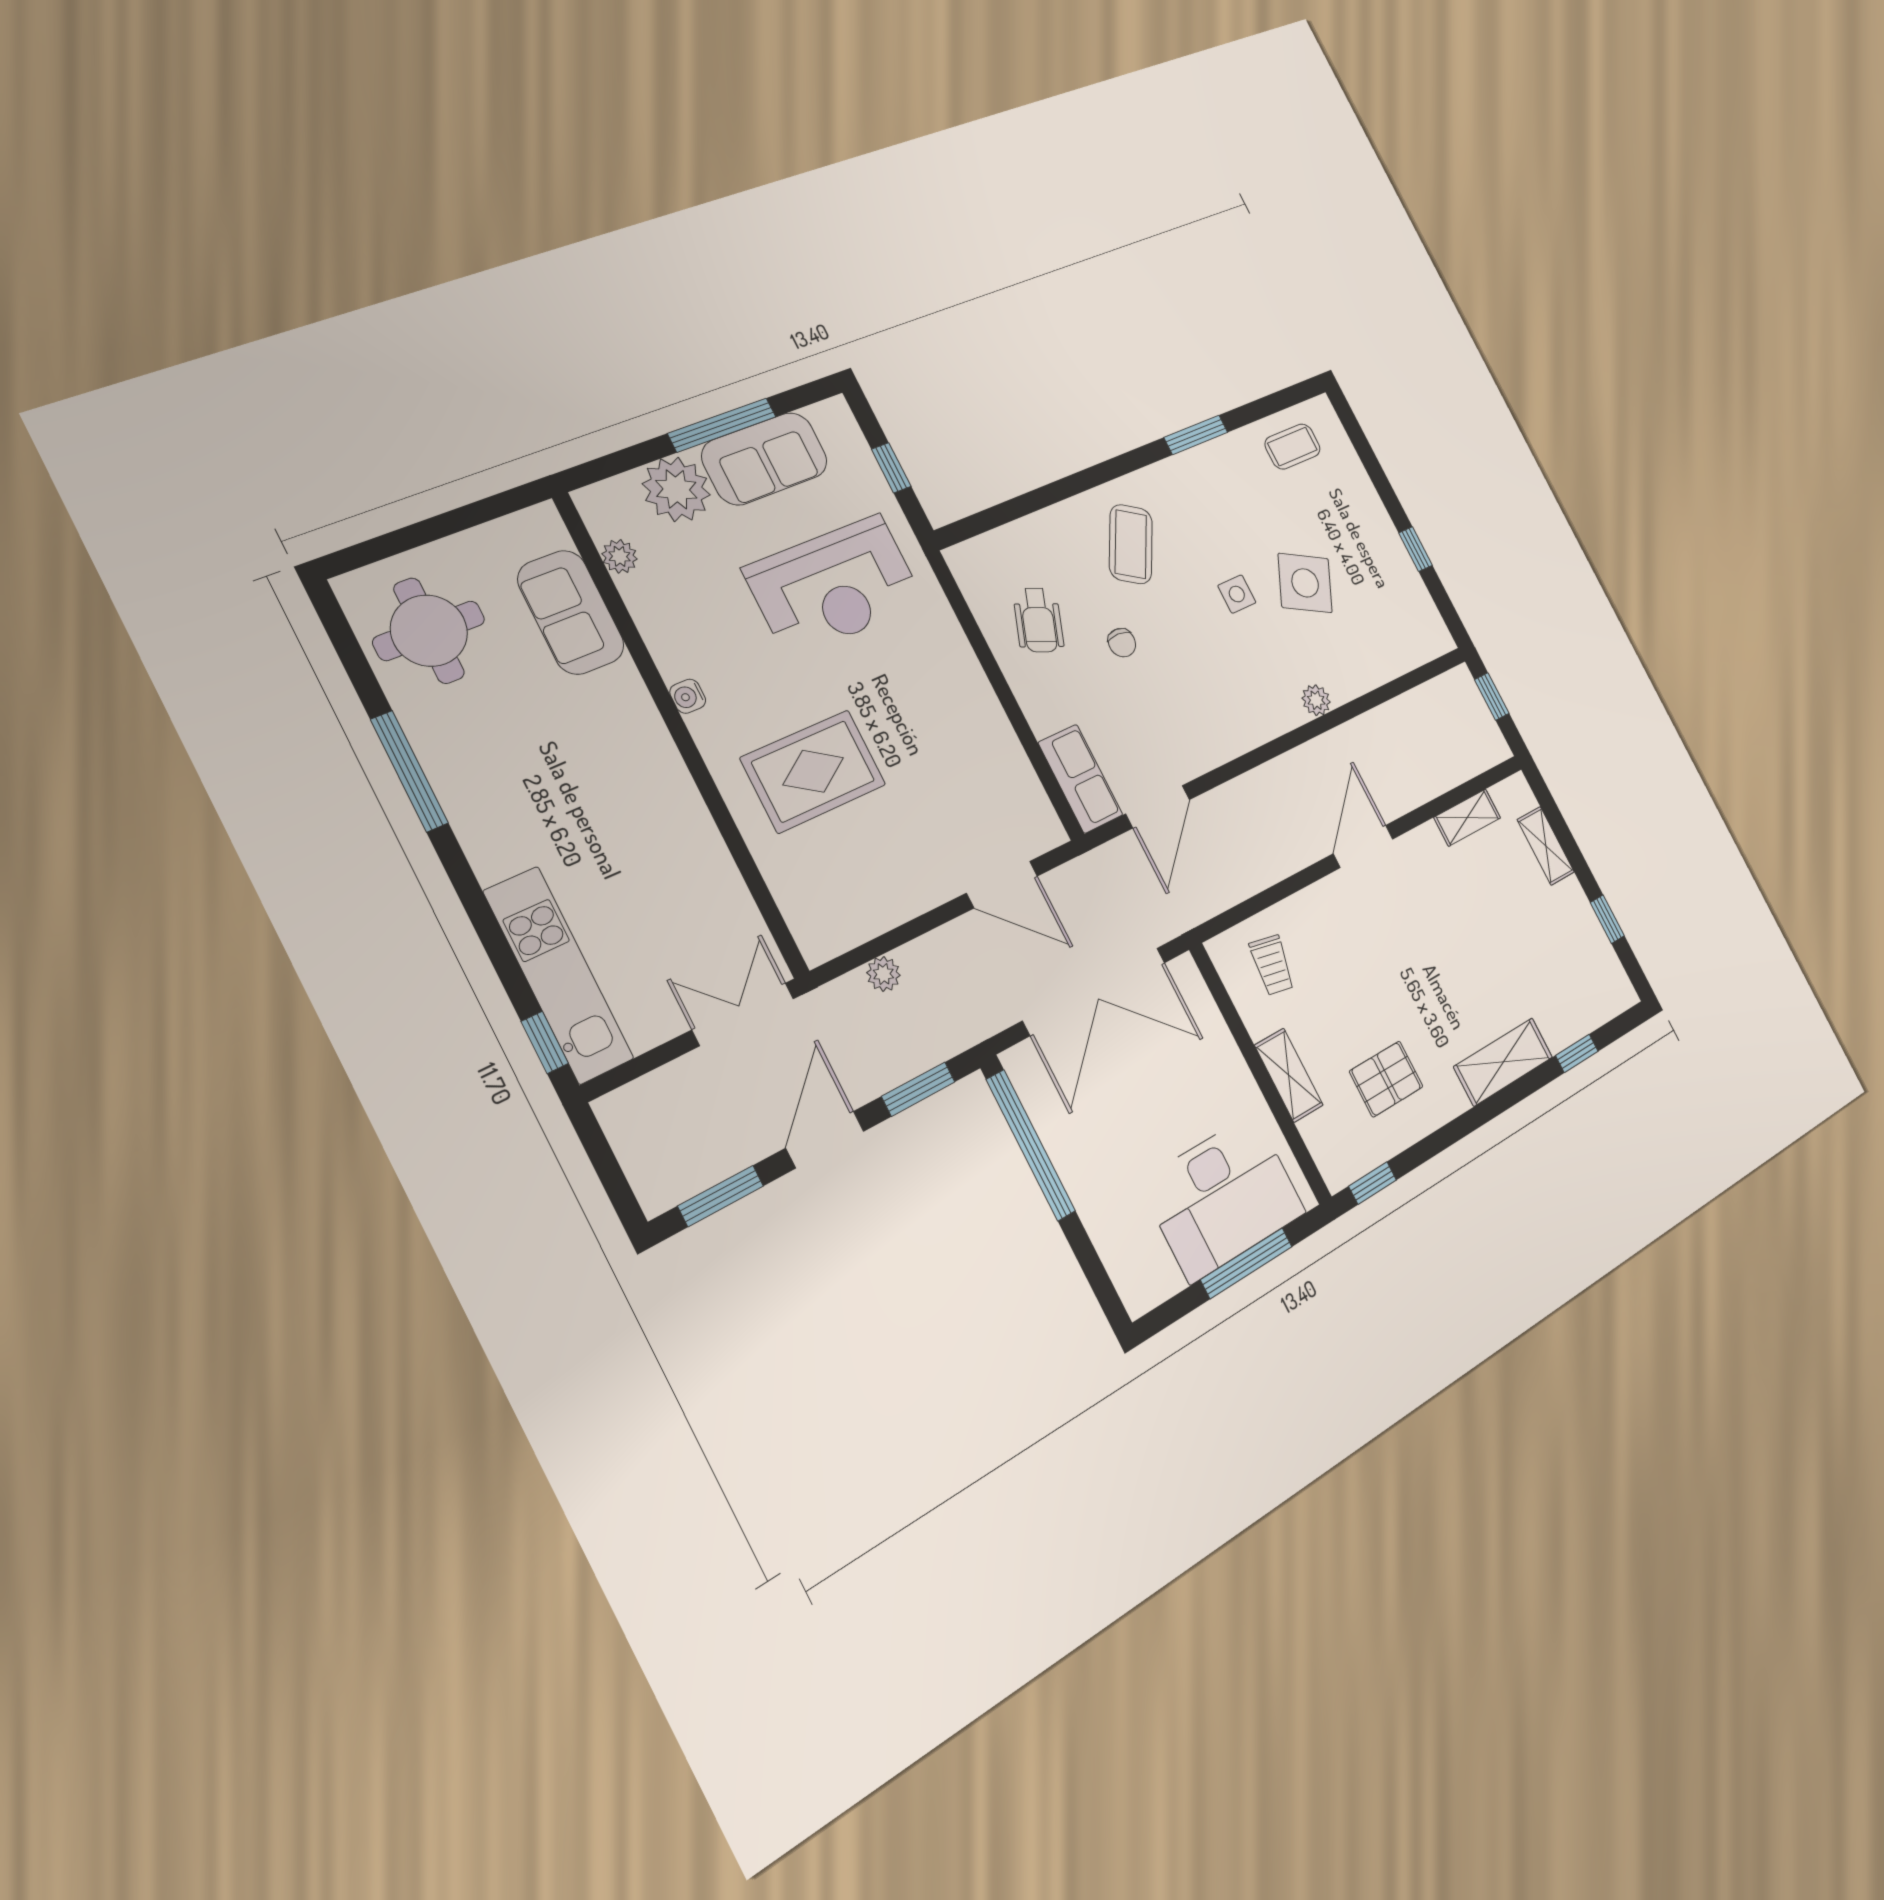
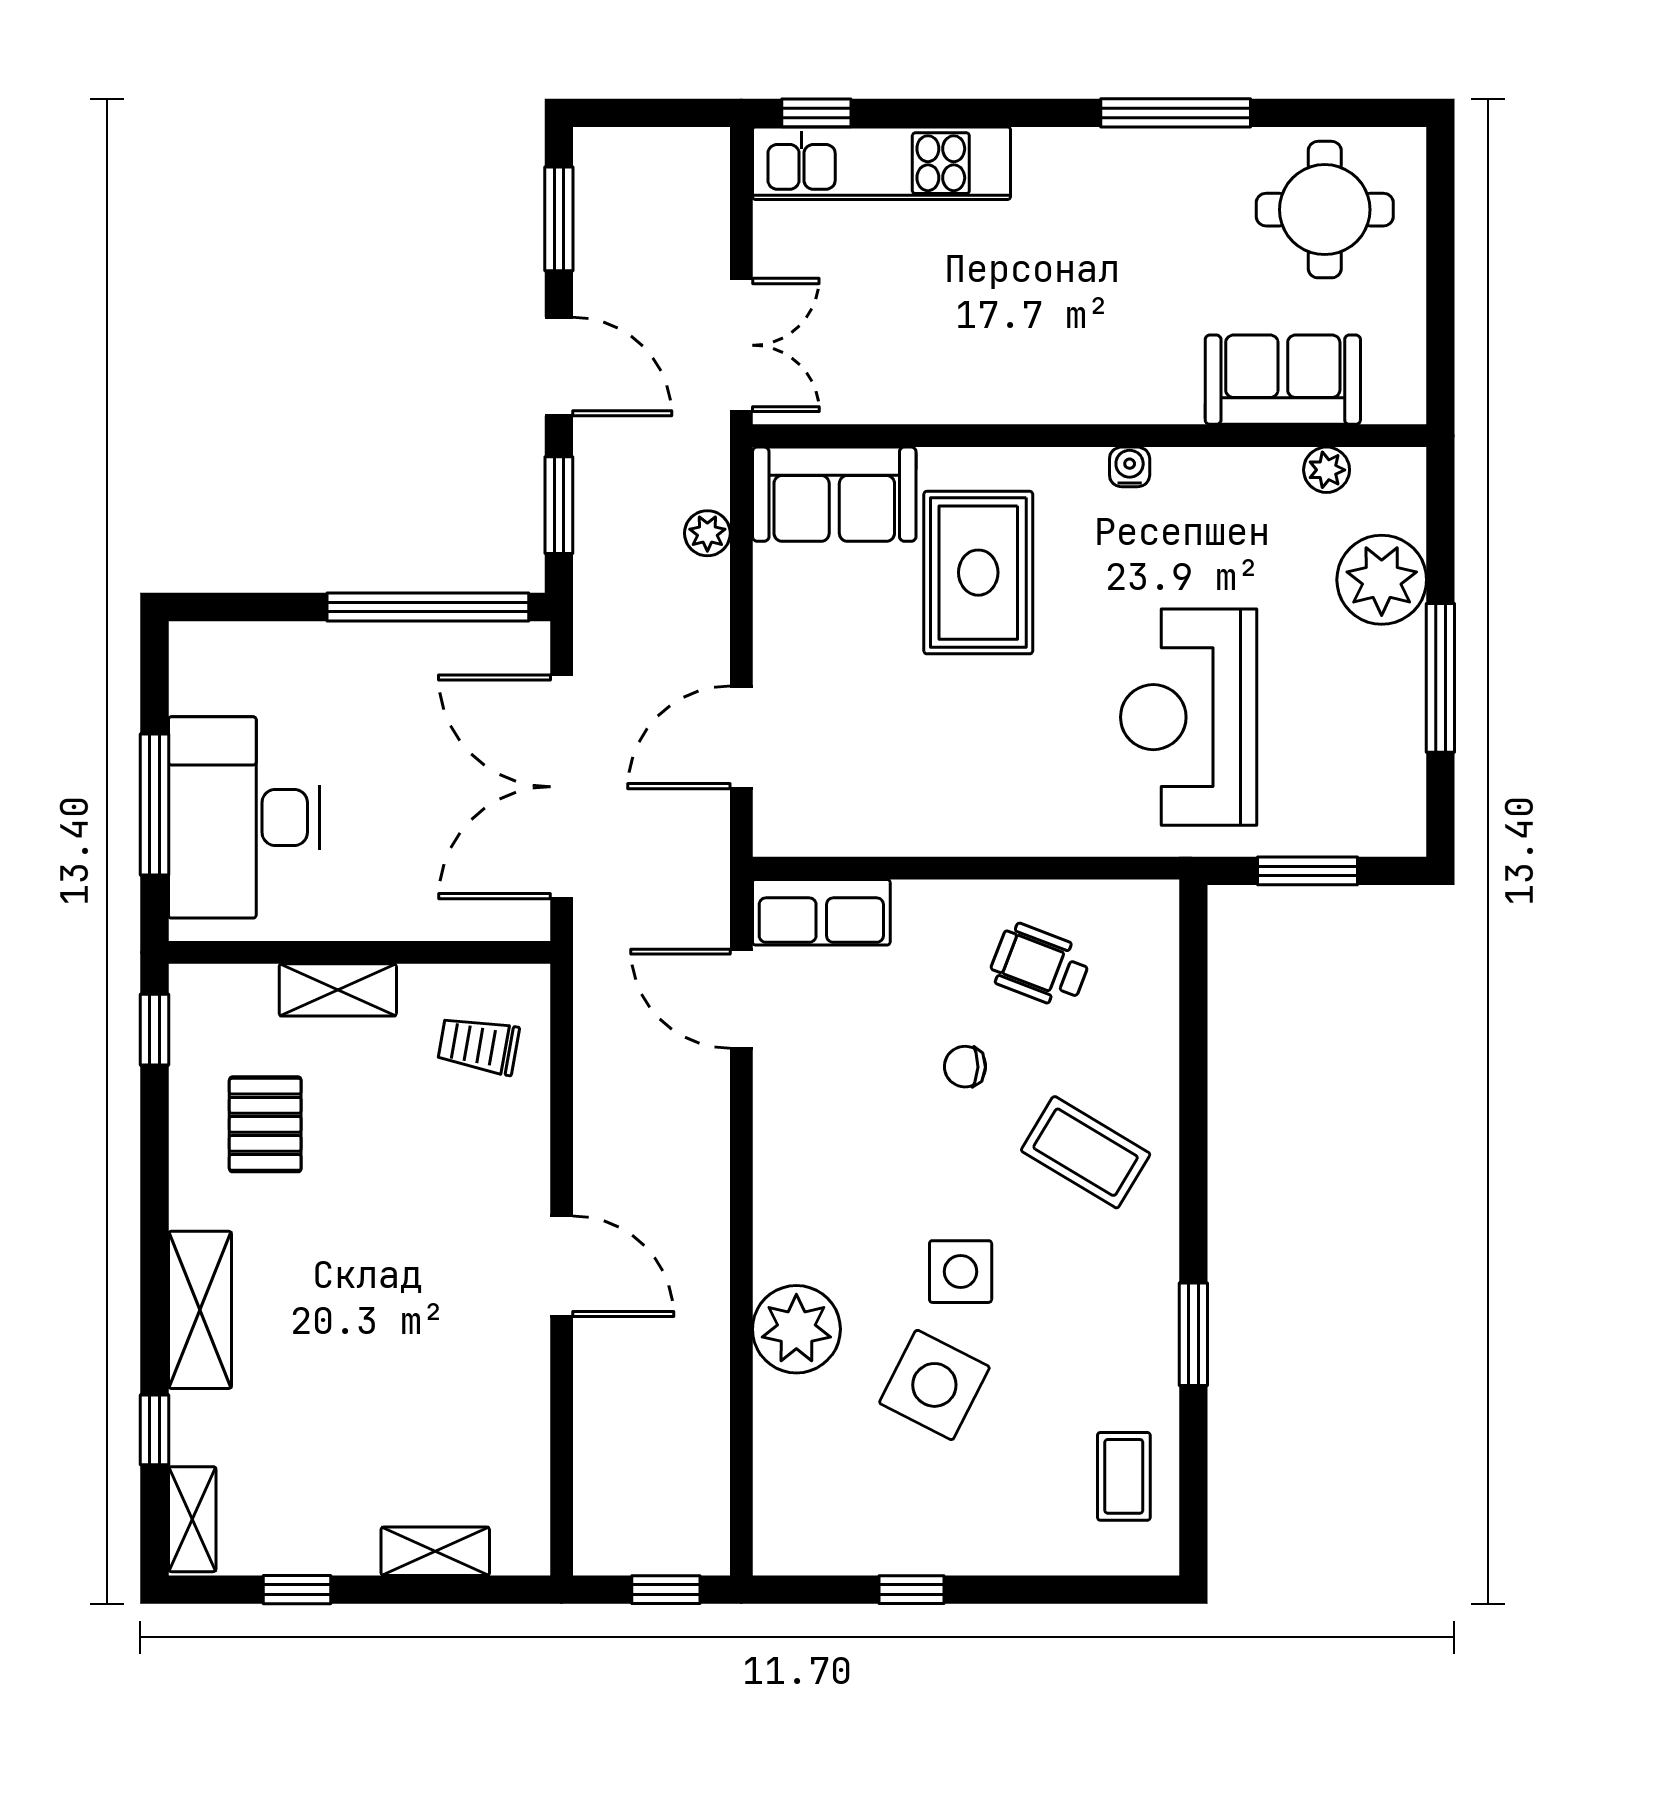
sofa: (765, 459) -> (834, 494), moved, turned -90
window: (891, 468) -> (1308, 871), width x1.50
side table: (1237, 594) -> (961, 1272), width x1.37, depth x1.37
plant: (1316, 700) -> (796, 1329), width x1.87, depth x1.87
shelving: (1467, 818) -> (192, 1519), moved

